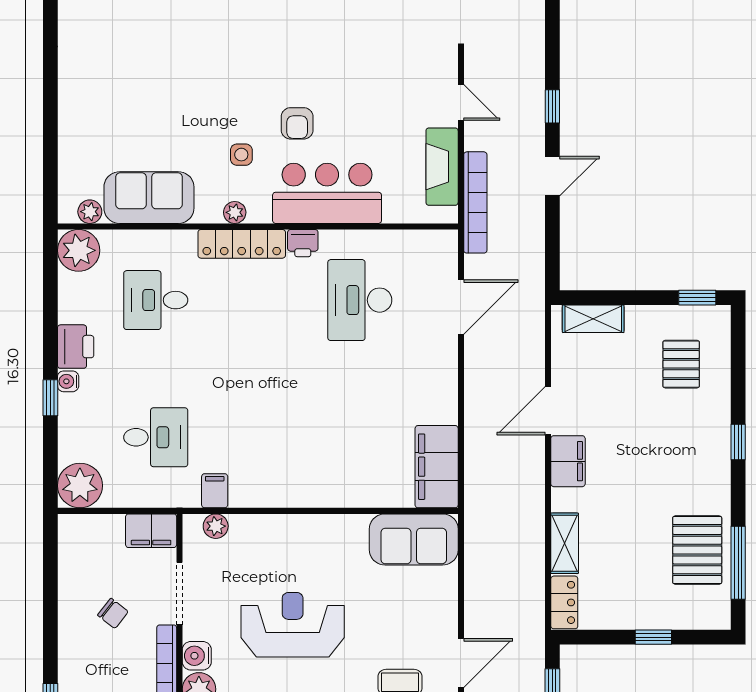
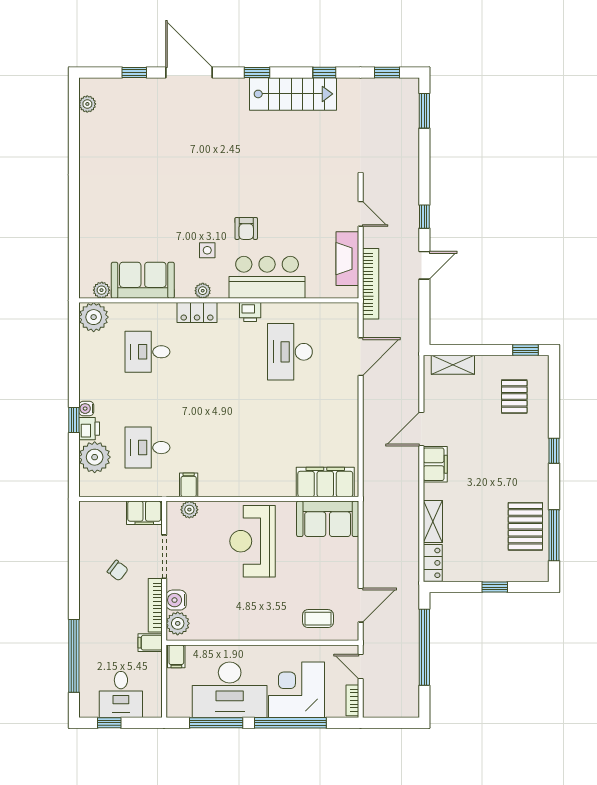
locker: (242, 244) -> (197, 313), width x0.66
printer: (76, 347) -> (89, 429), moved, width x0.73, depth x0.81
desk: (156, 437) -> (148, 448), turned 180
filing cabinet: (437, 467) -> (325, 482), moved, turned 90
plant: (80, 486) -> (95, 457), moved
reception desk: (293, 625) -> (252, 541), moved, turned -90

